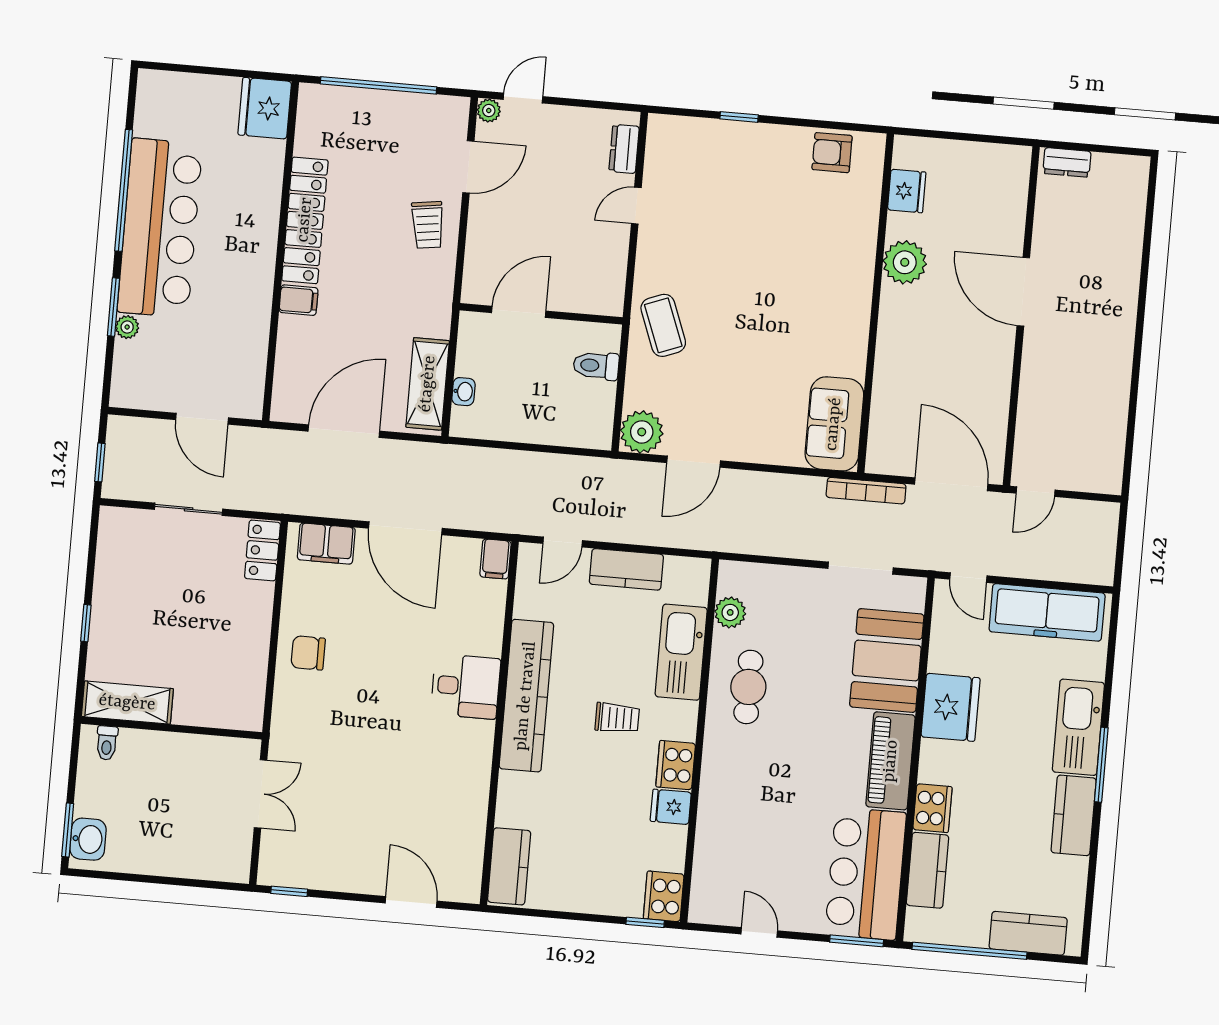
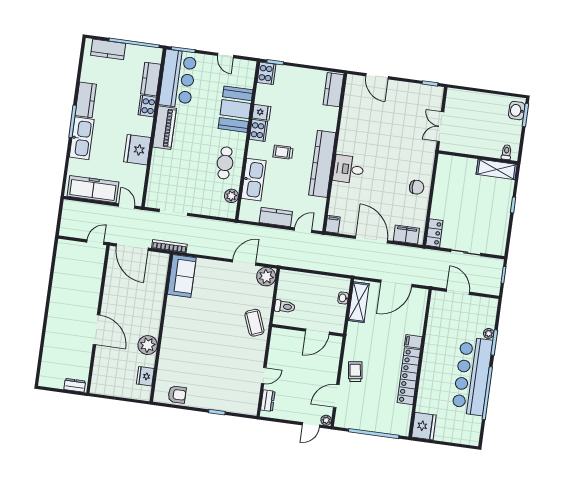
booth: (887, 661) -> (236, 109), moved

